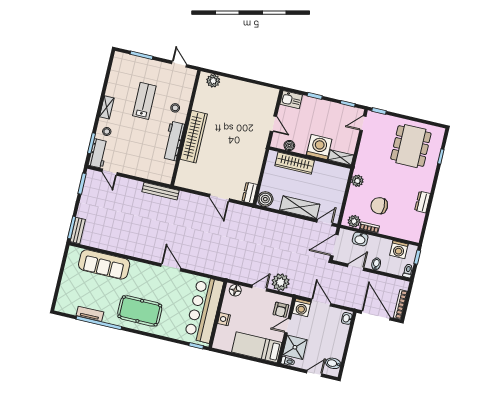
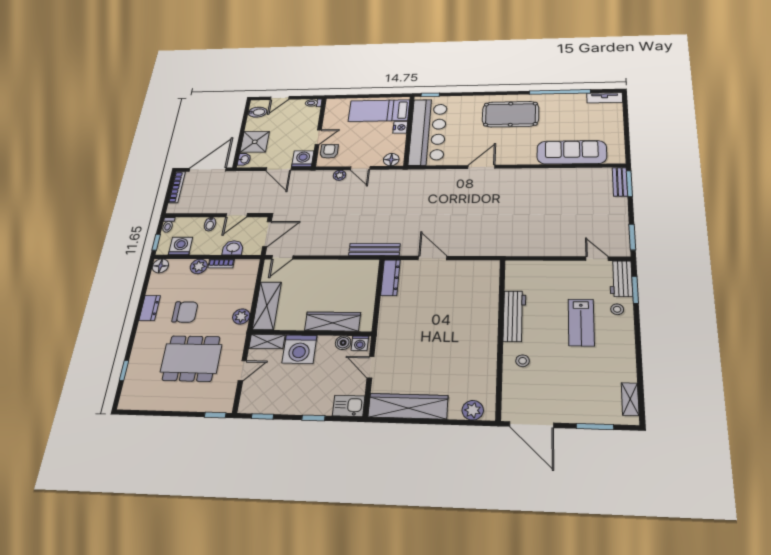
door: (179, 64) -> (532, 425), width x1.88
lab bench: (144, 101) -> (581, 322), moved
shelving: (107, 107) -> (630, 399), moved
door: (363, 123) -> (242, 371), moved
wardrobe: (194, 137) -> (408, 406), moved, turned 90
washing machine: (278, 143) -> (360, 343), added
dining table: (411, 146) -> (191, 358), moved, turned 90
bench: (160, 191) -> (374, 249), moved
dresser: (250, 193) -> (390, 278), width x1.44
boiler: (265, 199) -> (368, 269), removed
chair: (379, 206) -> (185, 312), moved
shelving: (300, 207) -> (267, 306), moved, turned 90
plant: (354, 221) -> (199, 266), moved
floor lamp: (414, 236) -> (160, 266), added
door: (171, 267) -> (481, 167), swing flipped
plant: (281, 282) -> (339, 175), width x0.53, depth x0.53
door: (259, 288) -> (360, 168), hinge flipped
tv unit: (90, 314) -> (605, 98), moved
door: (376, 315) -> (208, 170), swing flipped
bed: (257, 347) -> (379, 111), moved, turned 180
shower: (295, 347) -> (255, 142), moved

